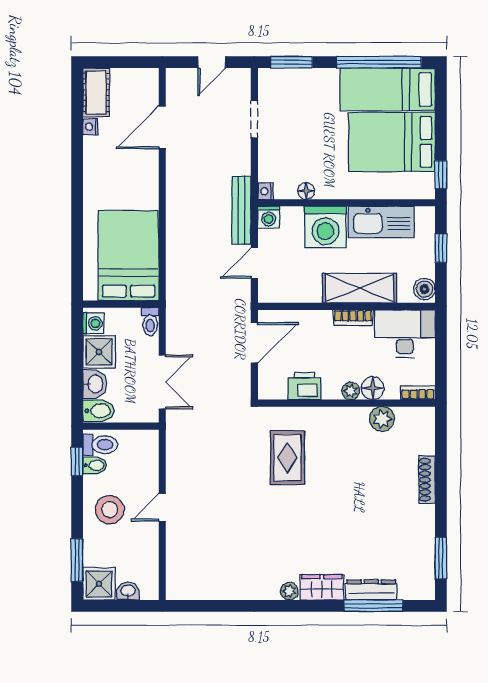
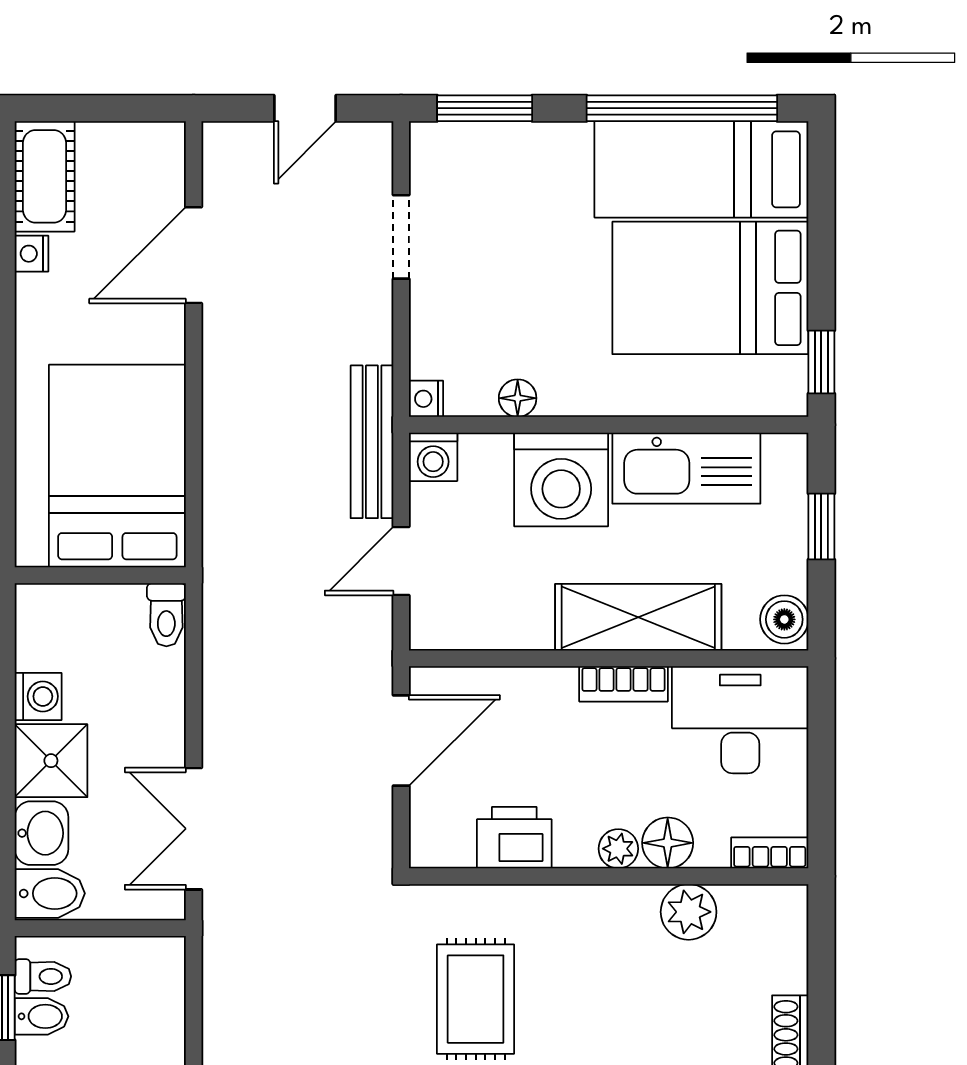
bed: (128, 256) -> (117, 466), moved
wall: (121, 304) -> (100, 575), moved
toilet: (150, 322) -> (166, 615), moved
double door: (162, 382) -> (194, 829), swing flipped
toilet: (100, 445) -> (43, 976), width x0.73, depth x0.72

